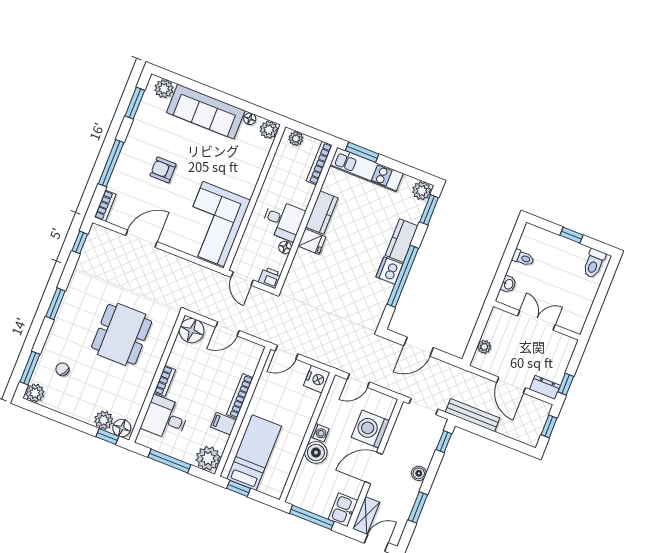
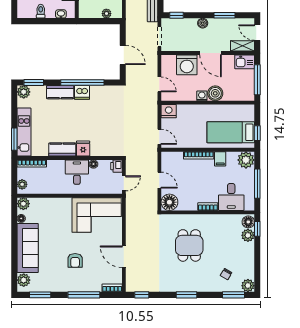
dining table: (122, 334) -> (189, 245), width x0.73

